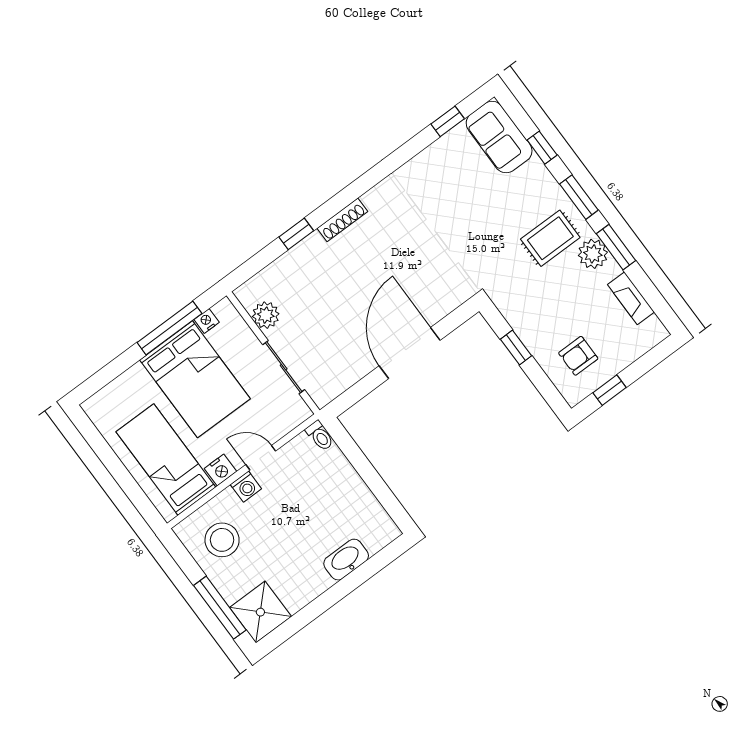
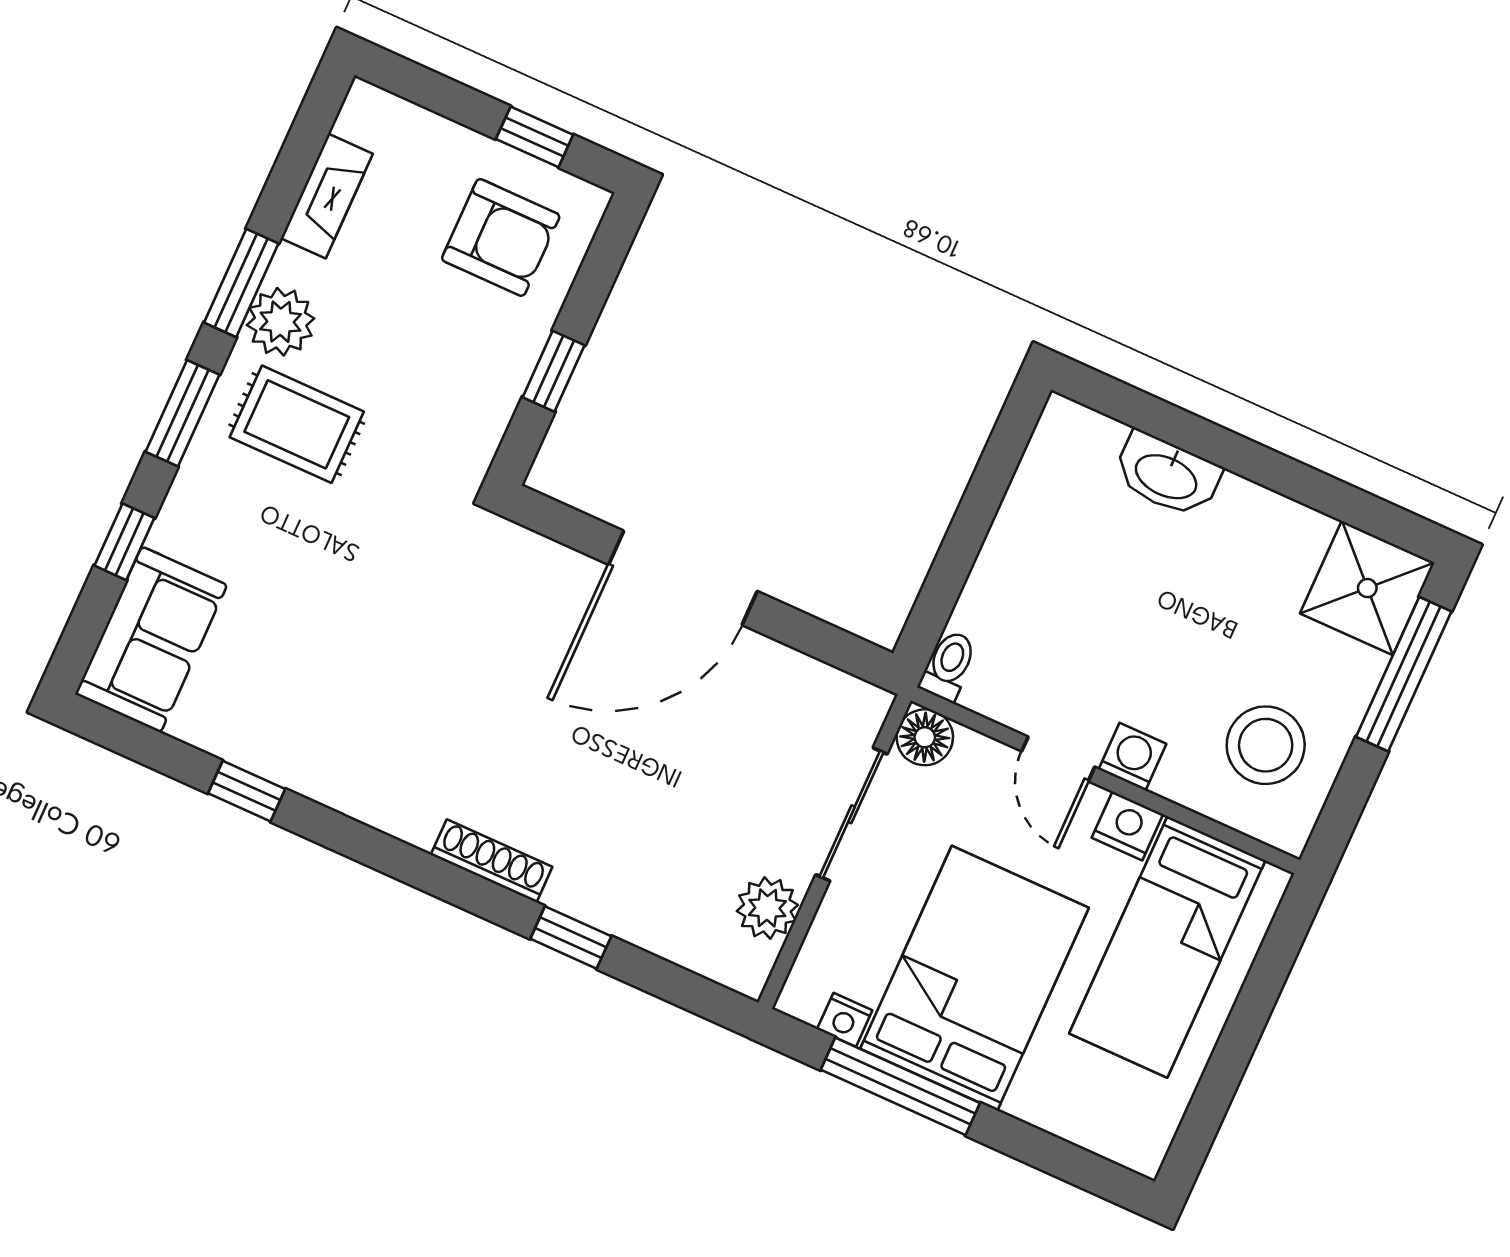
window: (448, 121) -> (247, 791), moved
armchair: (578, 356) -> (501, 237), width x1.38, depth x1.38
floor lamp: (297, 411) -> (925, 737), added

